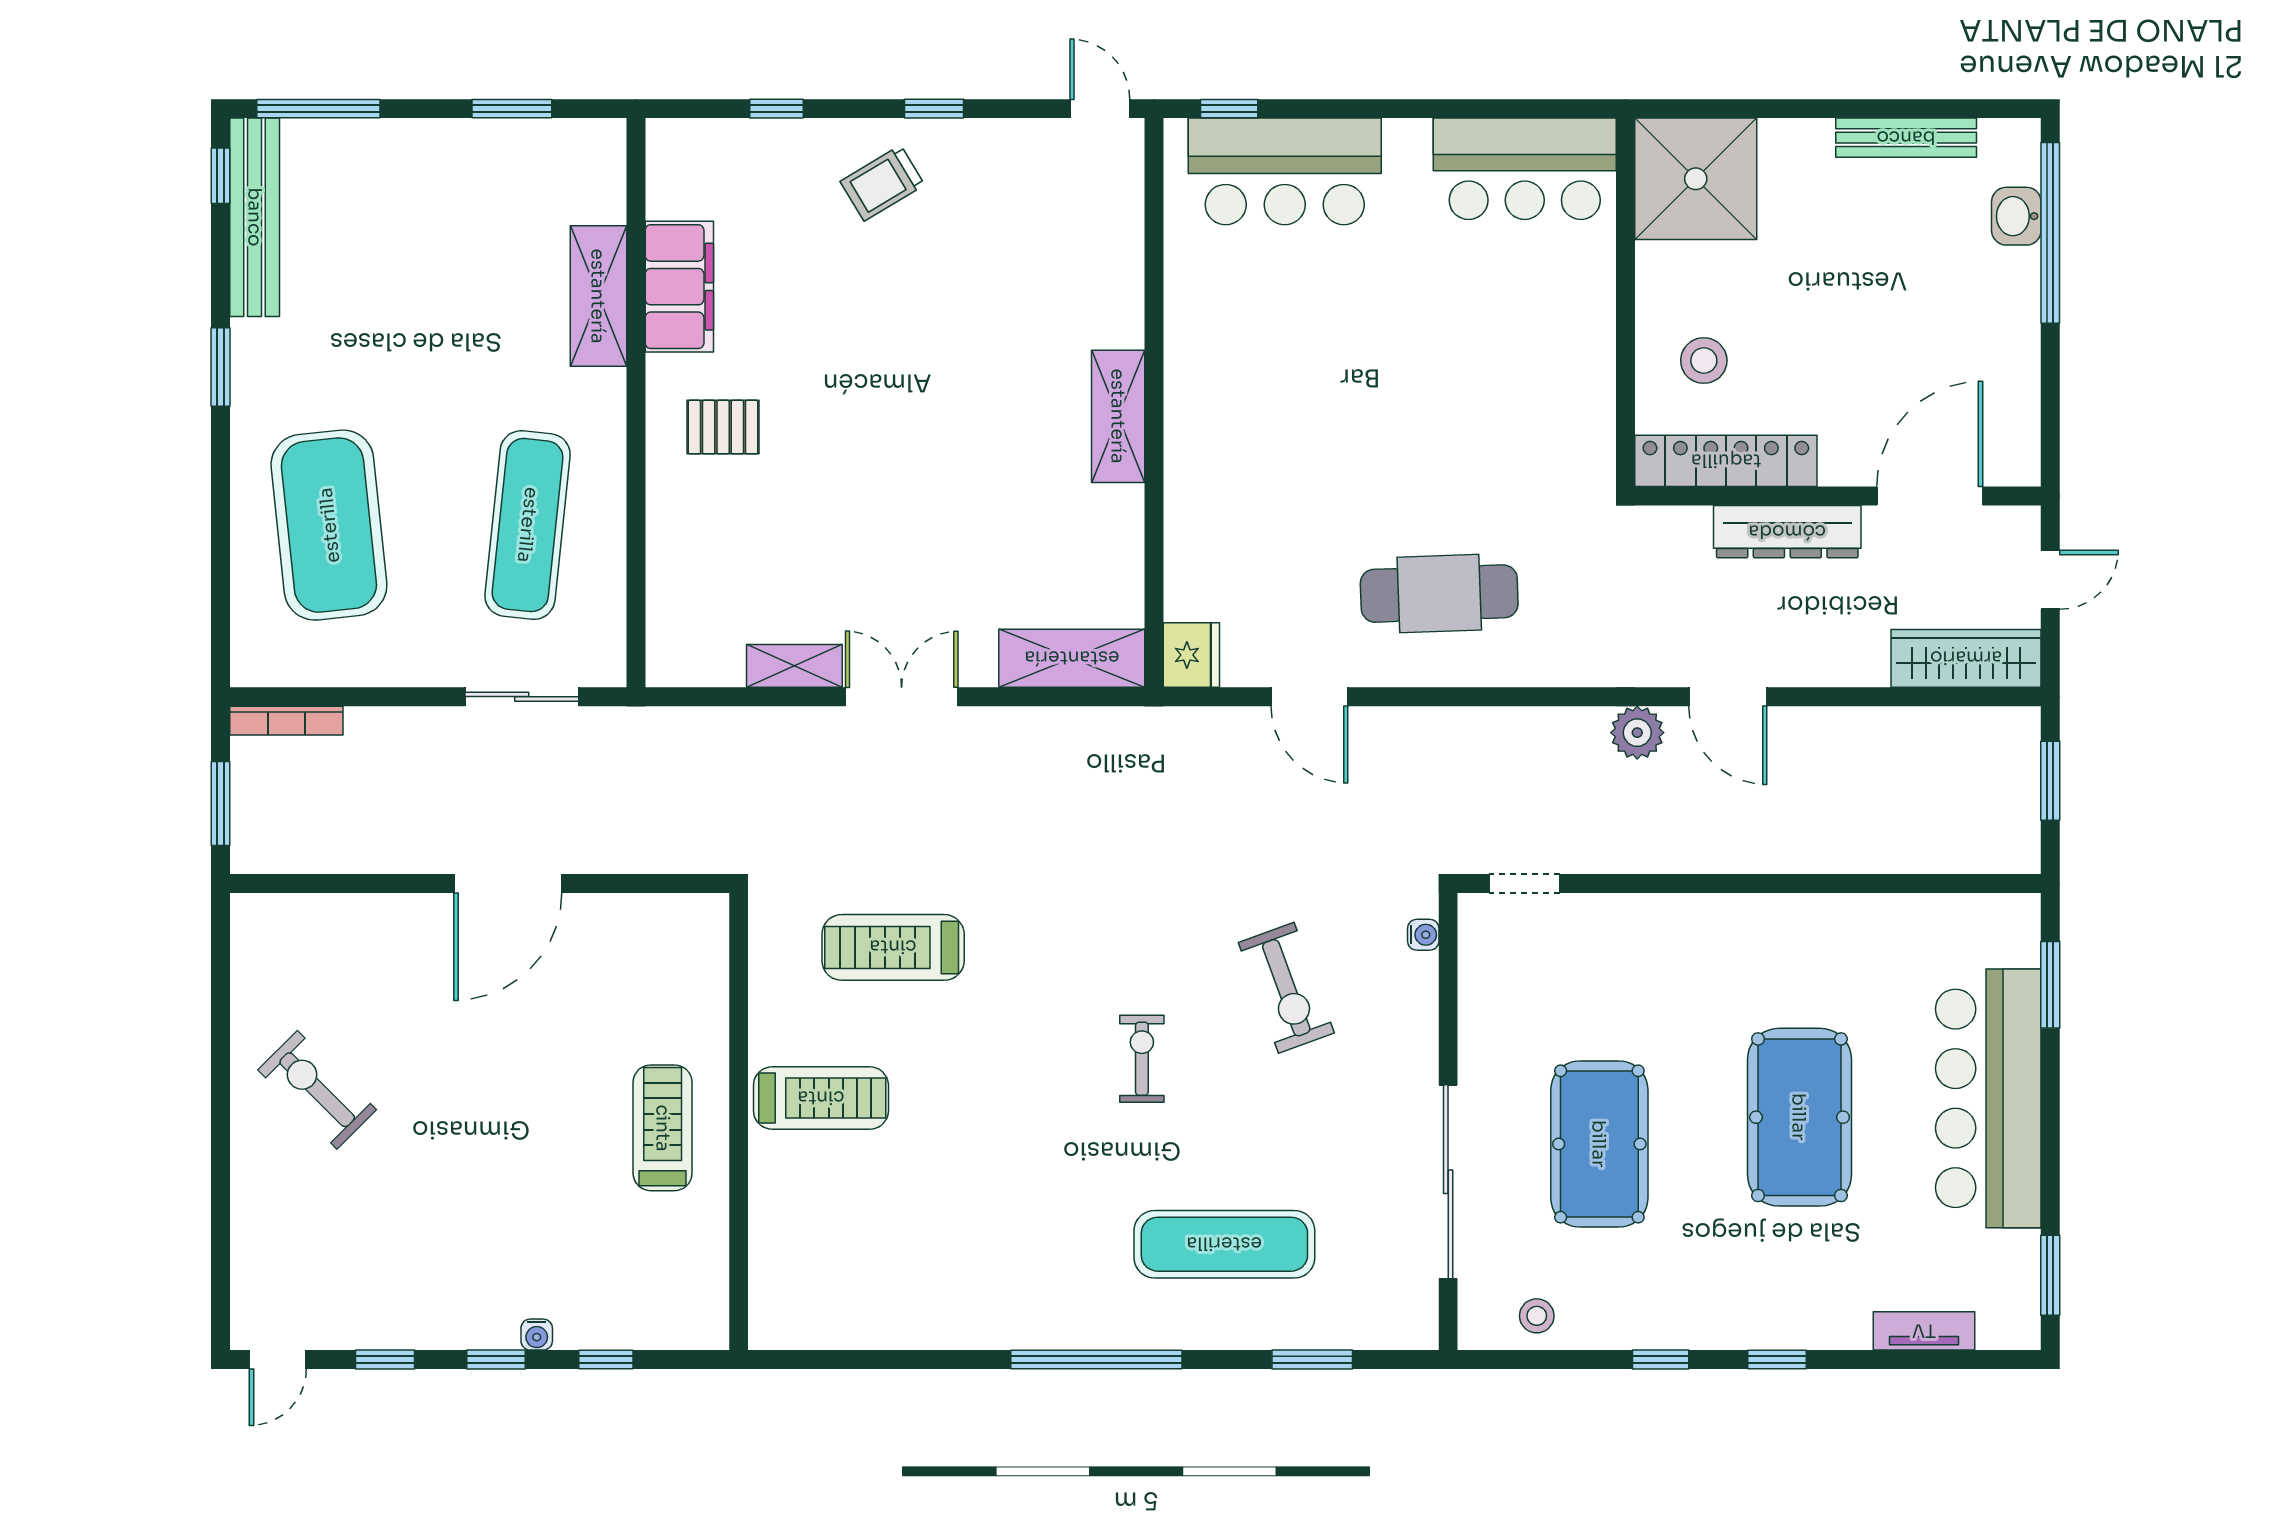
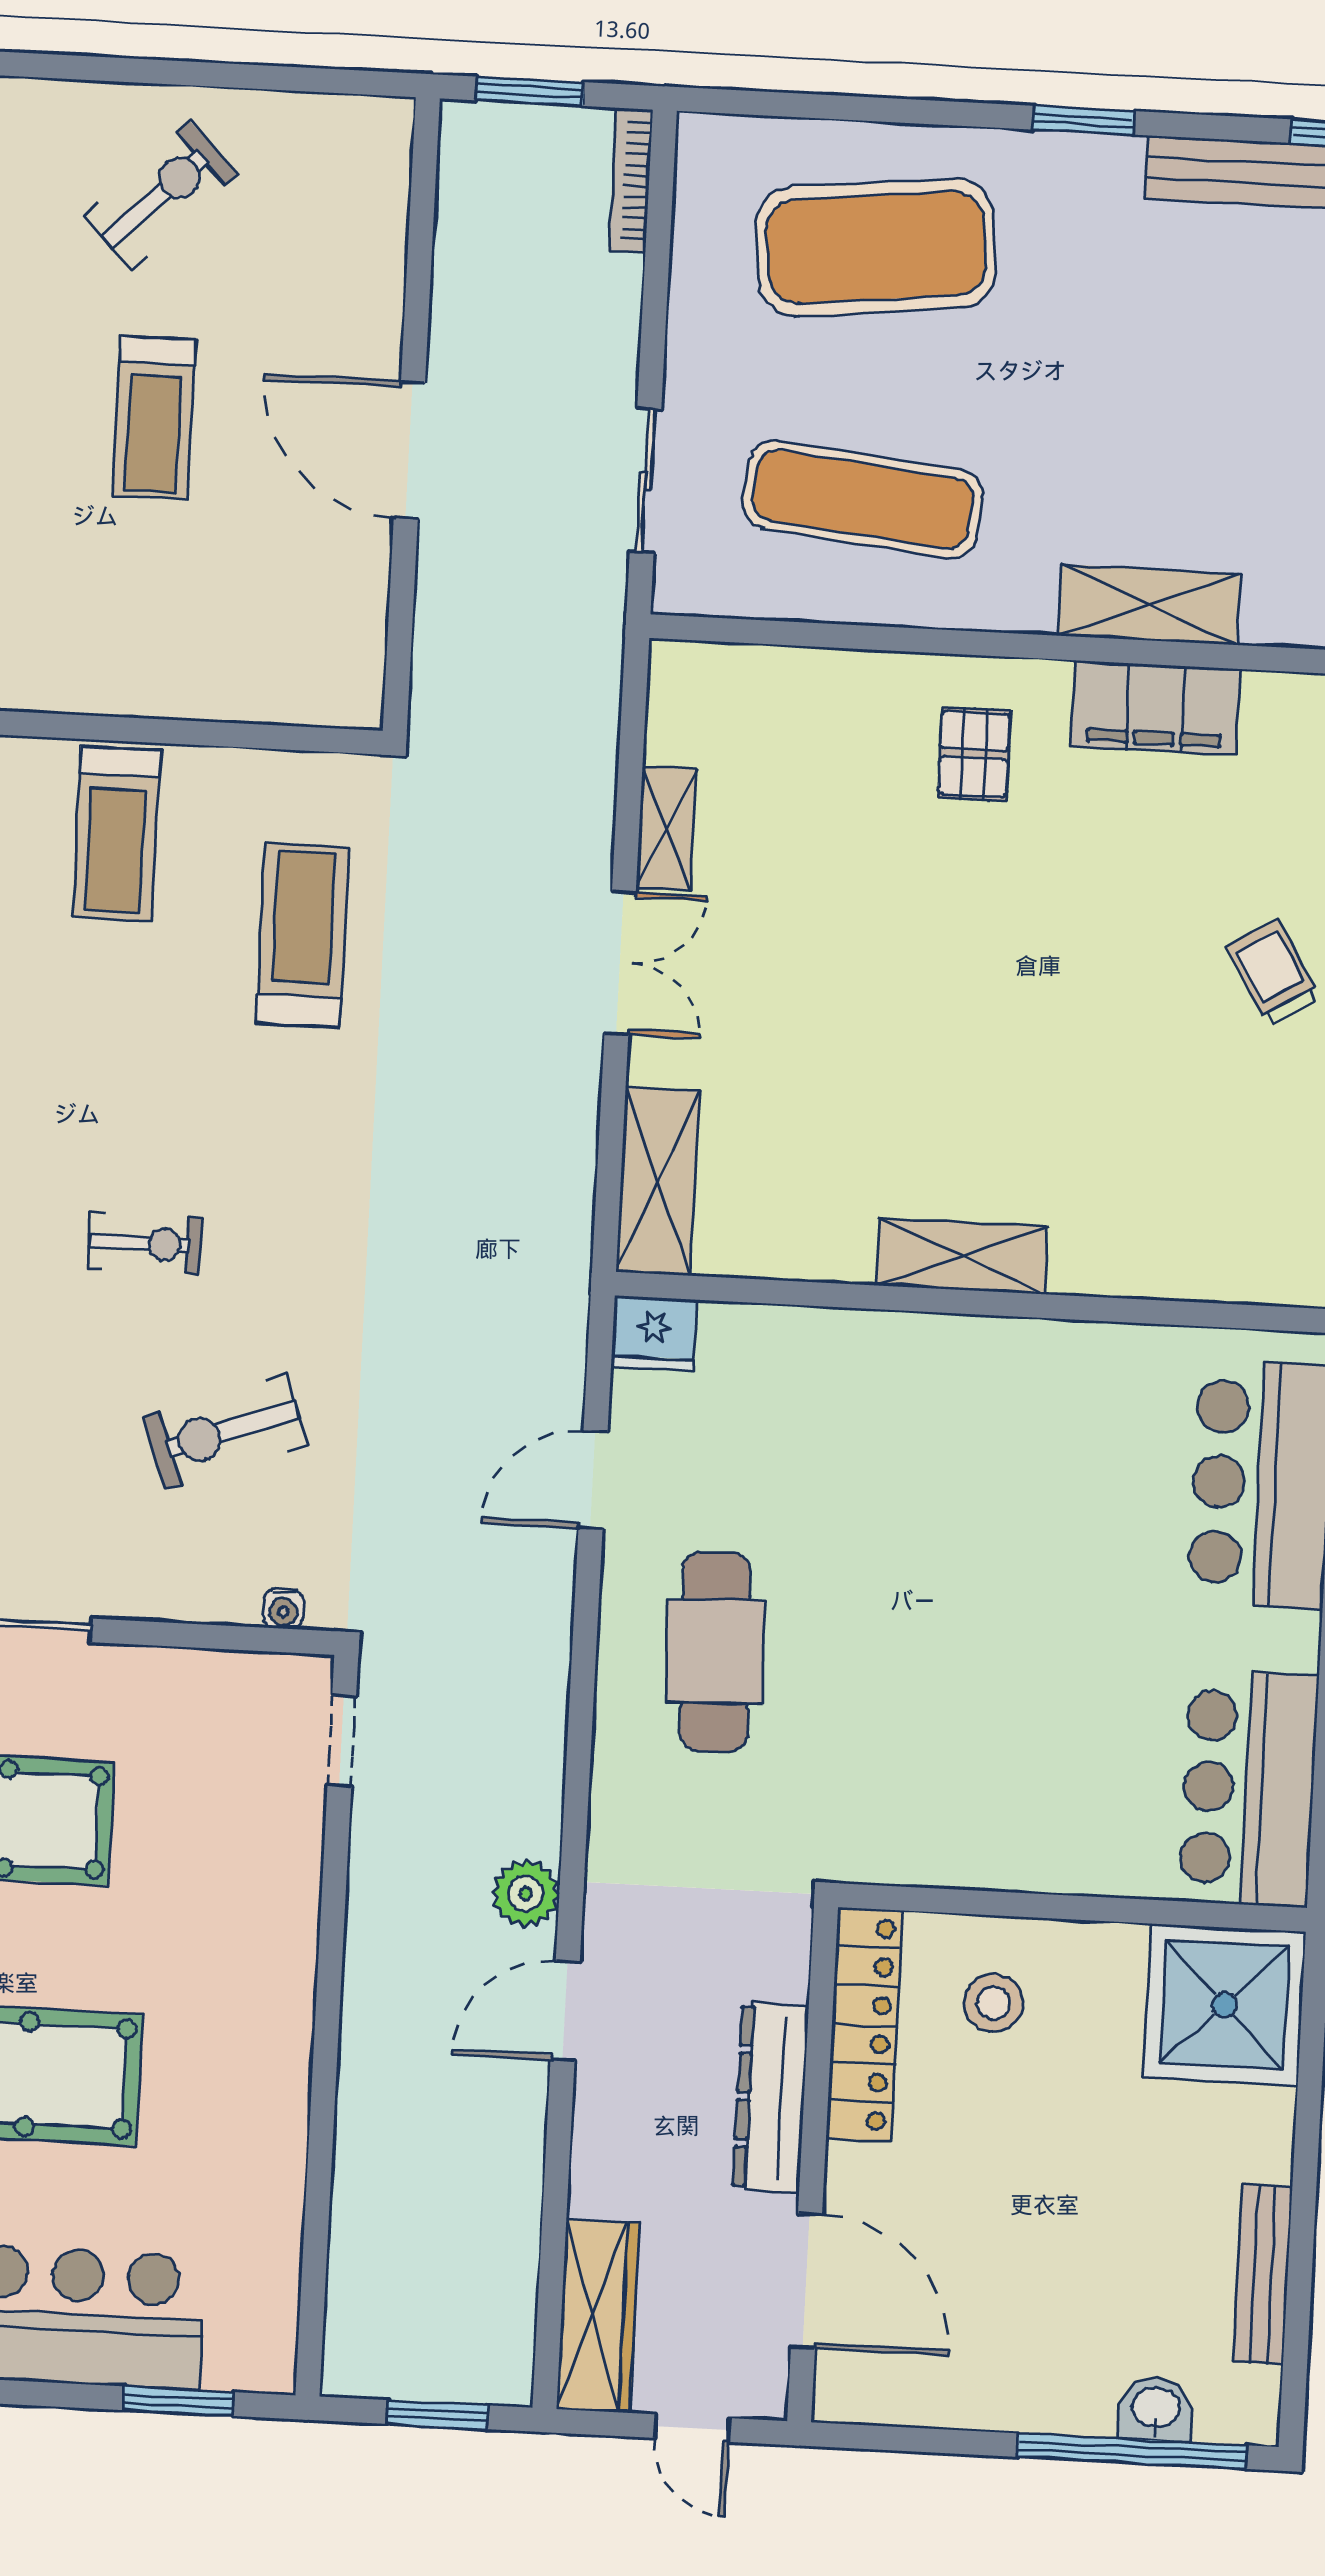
treadmill: (663, 1128) -> (154, 418), moved, turned 90

